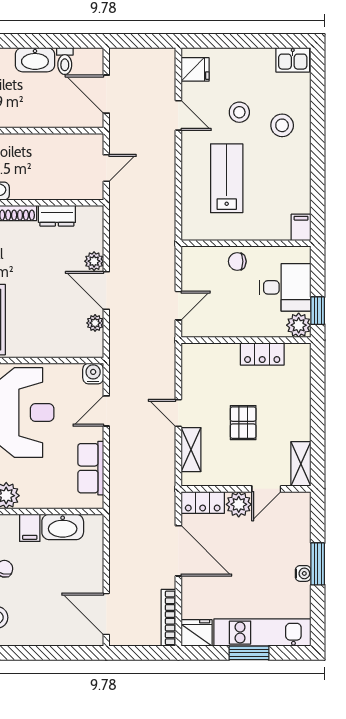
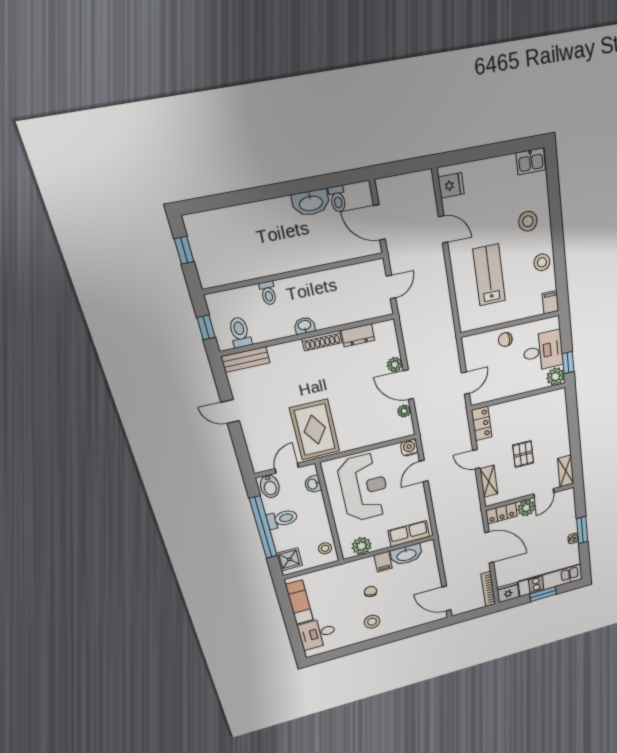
stool: (239, 112) -> (542, 262), moved
locker: (262, 354) -> (482, 423), moved, turned -90
row of seats: (91, 468) -> (409, 534), moved, turned 90

